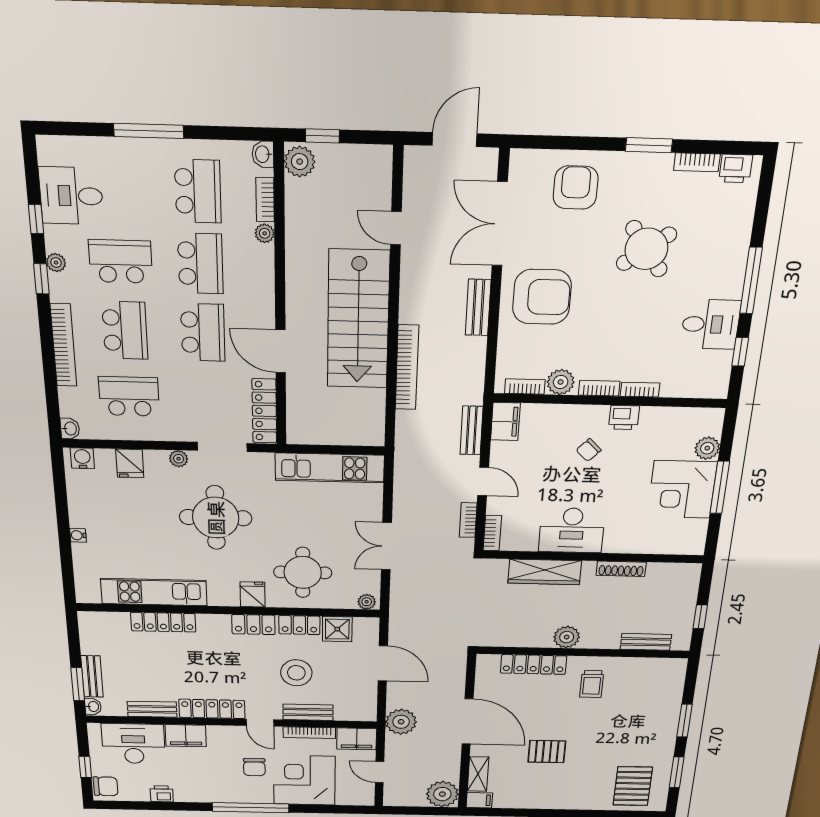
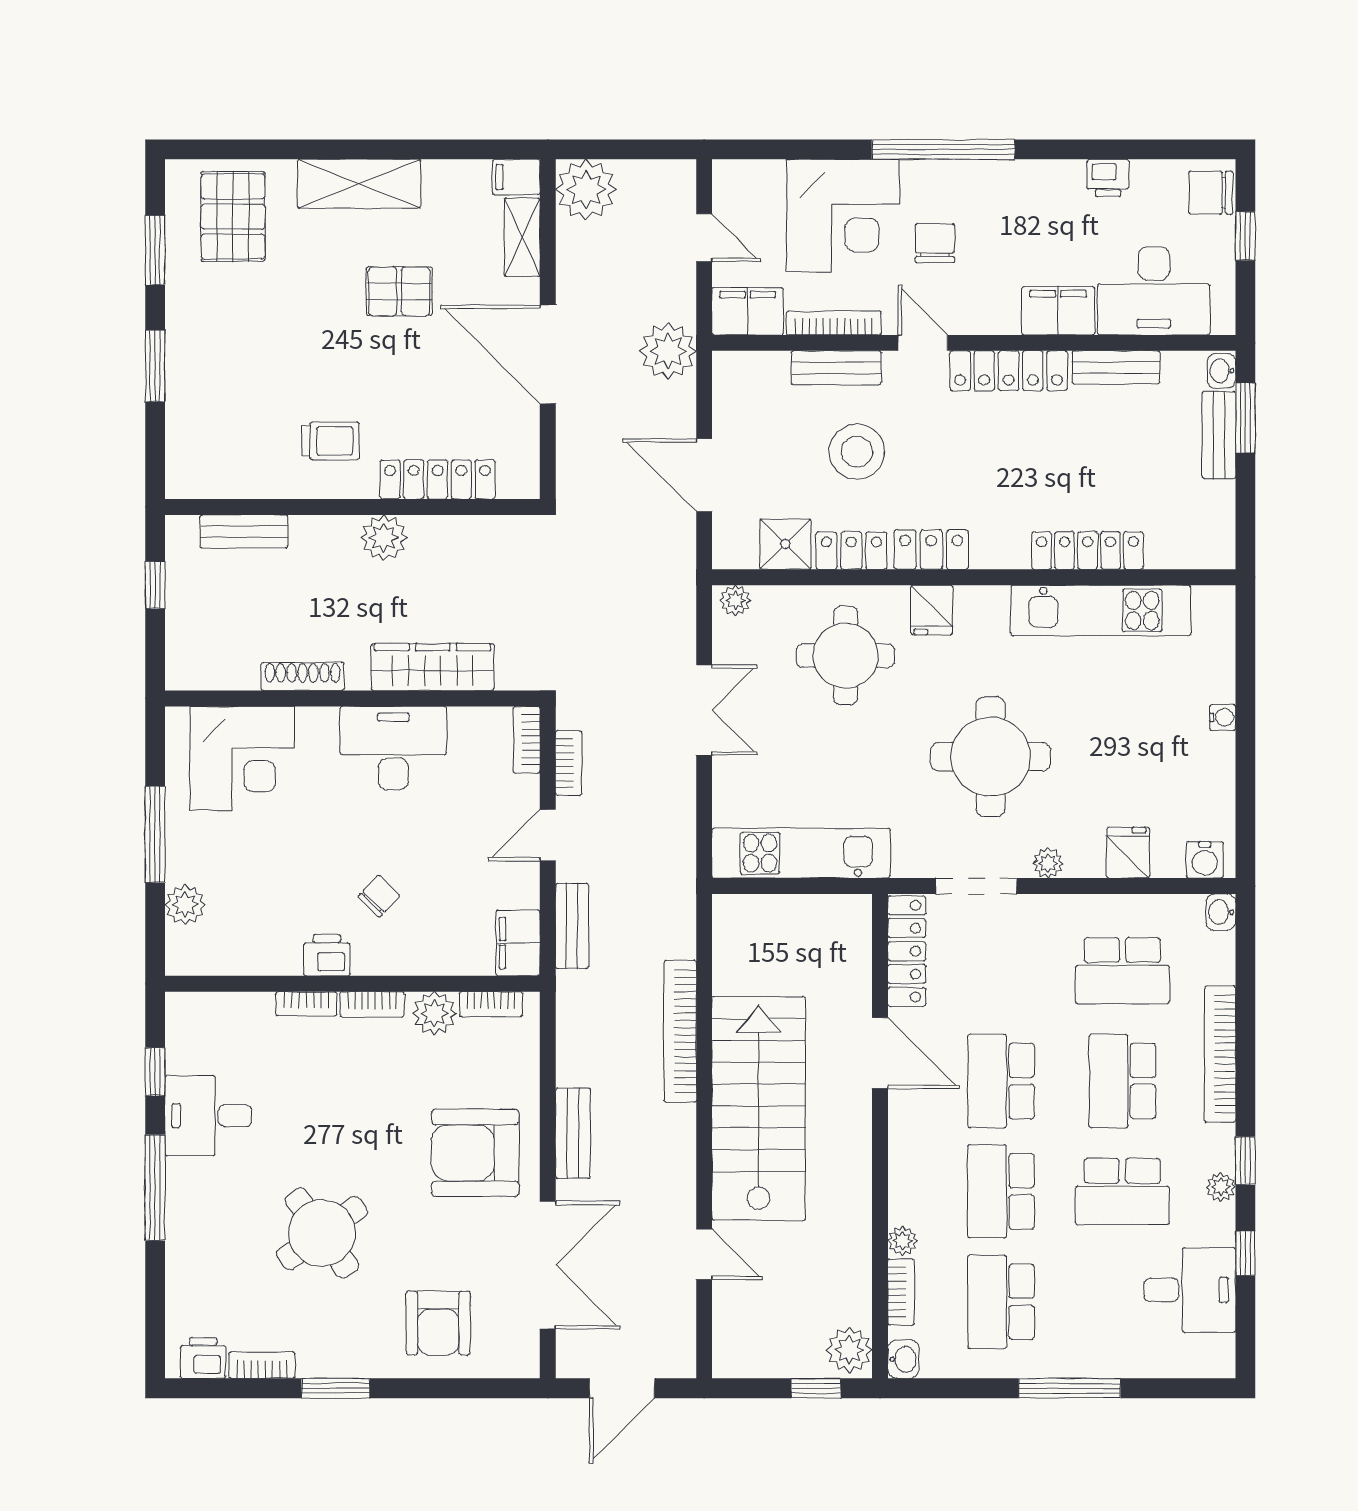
door: (483, 481) -> (548, 835), hinge flipped
corner desk: (682, 489) -> (242, 758), moved, turned 90
trolley: (592, 684) -> (331, 441), turned 90
shelving: (564, 799) -> (359, 184), added

